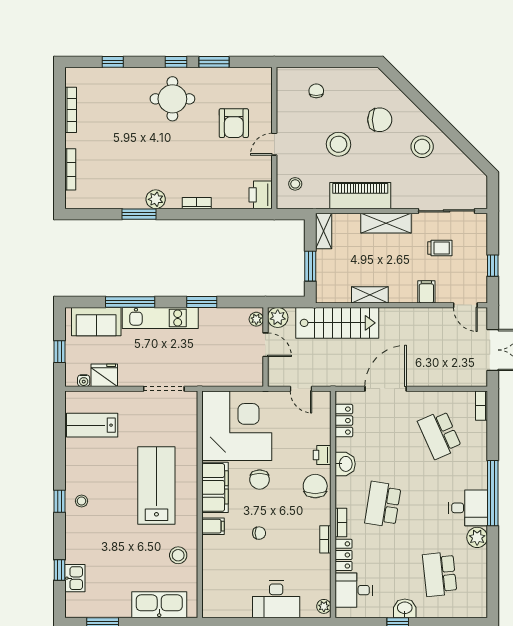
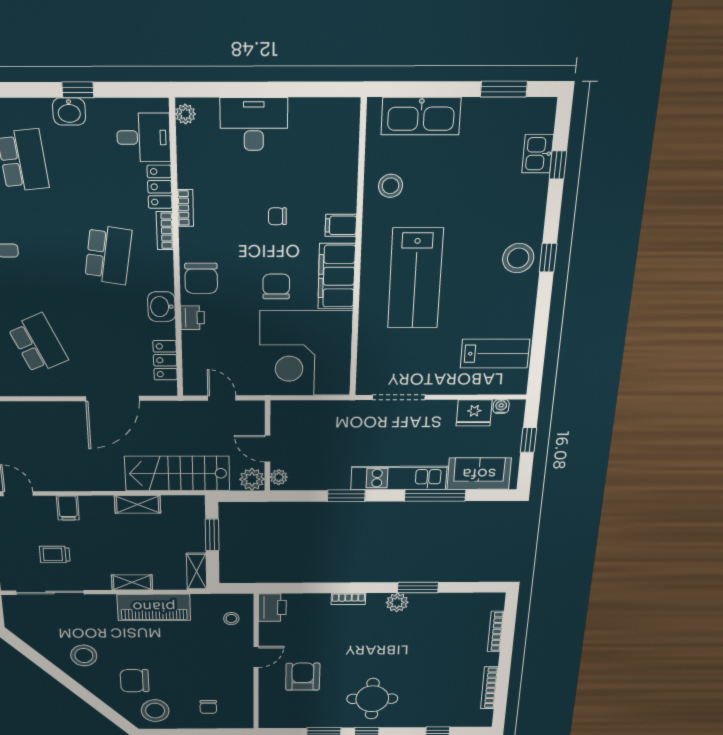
stool: (339, 144) -> (155, 711), moved
shelving: (386, 223) -> (132, 582), width x0.67, depth x0.75
stool: (82, 501) -> (518, 258), width x1.89, depth x1.89

